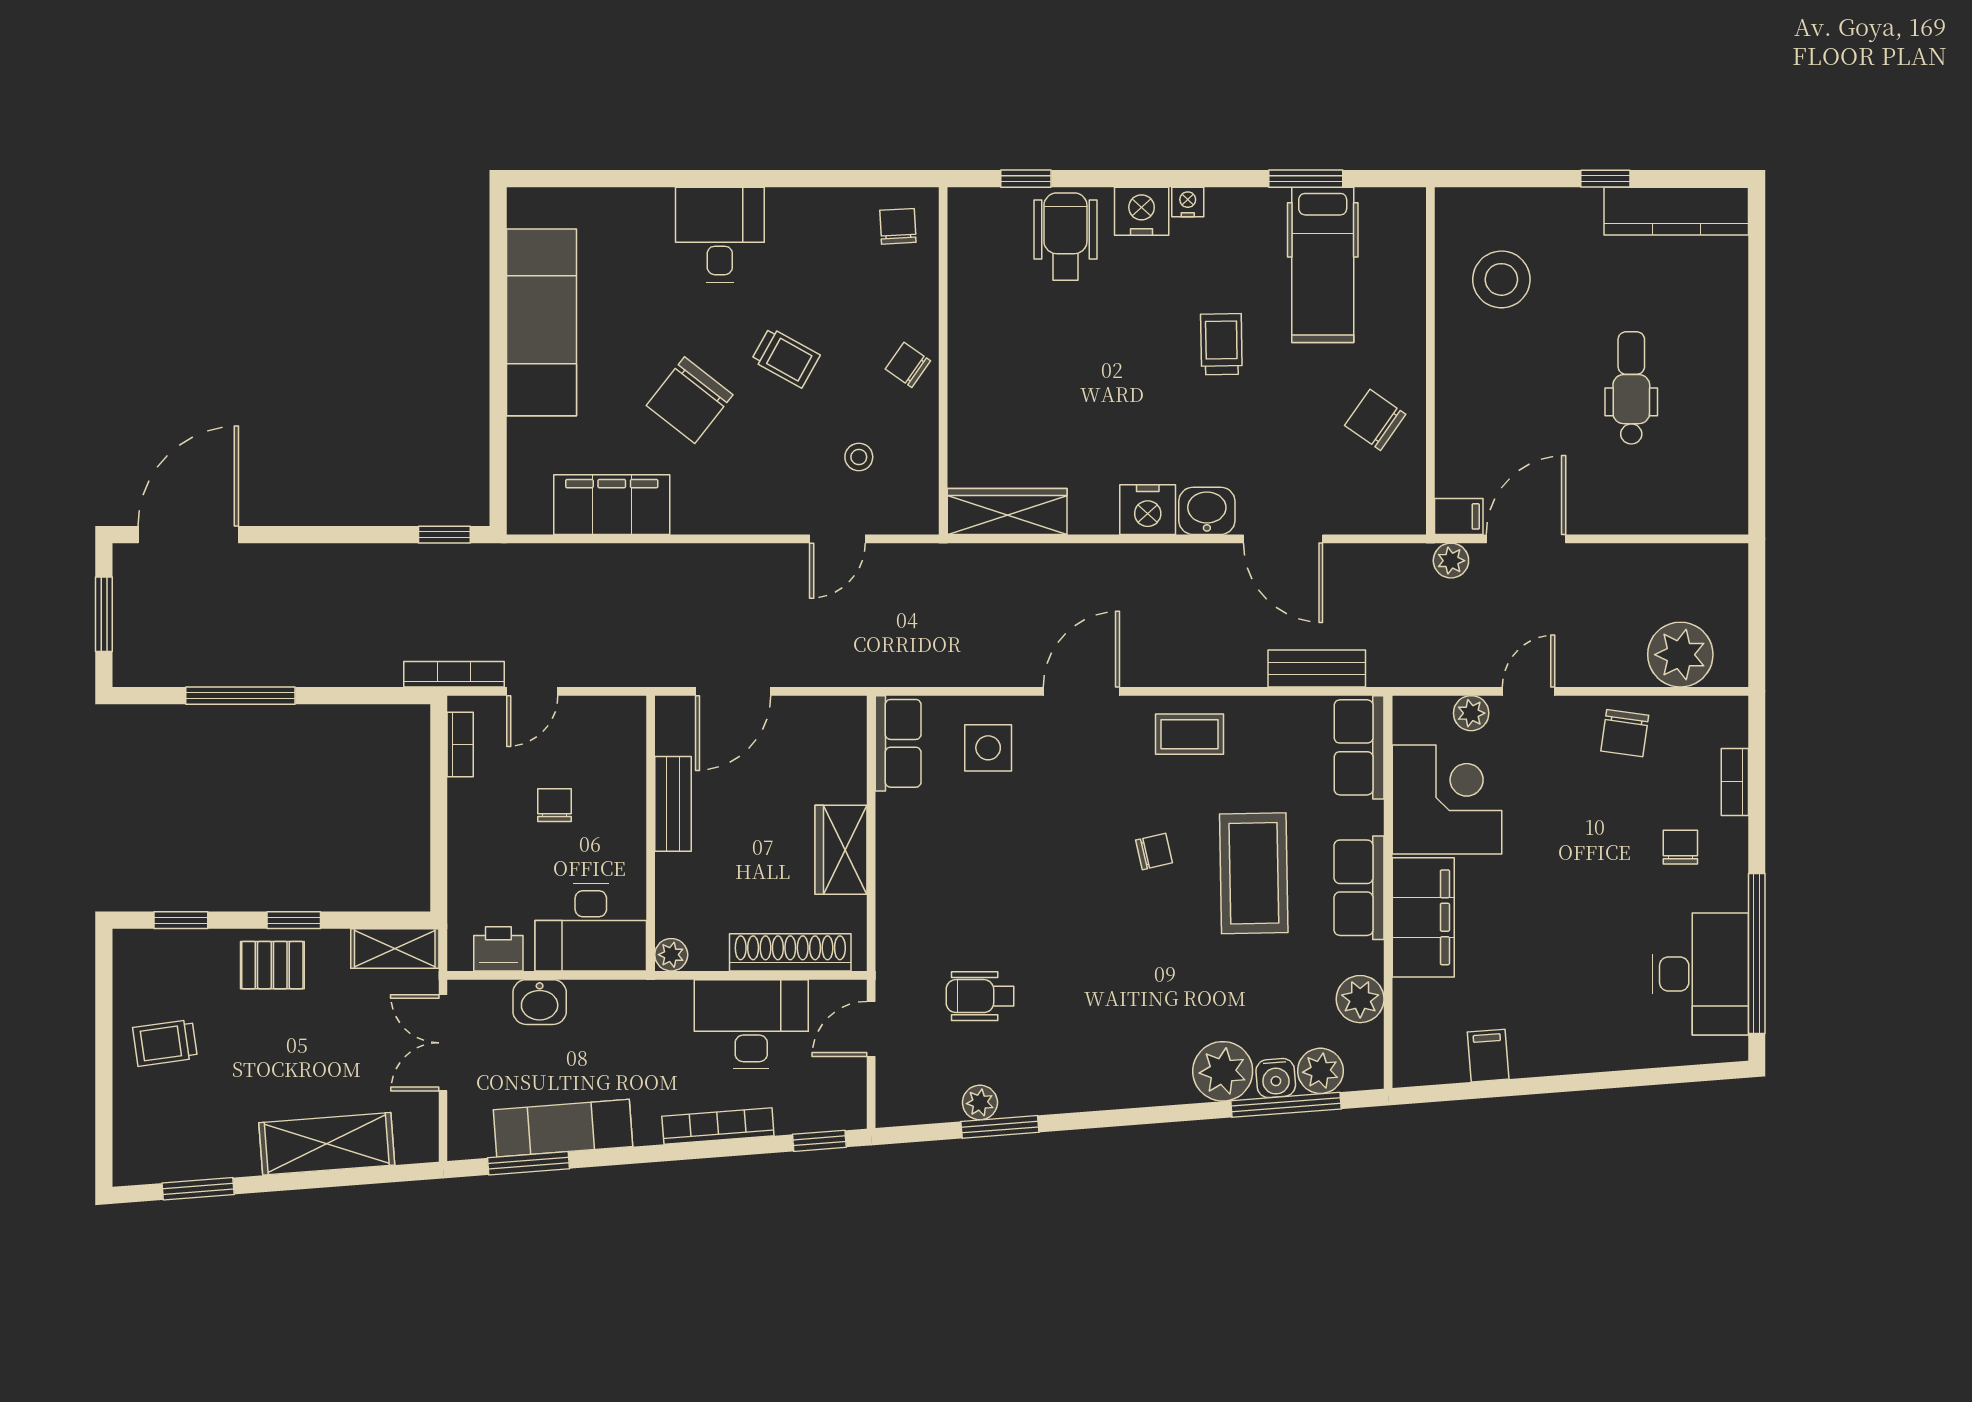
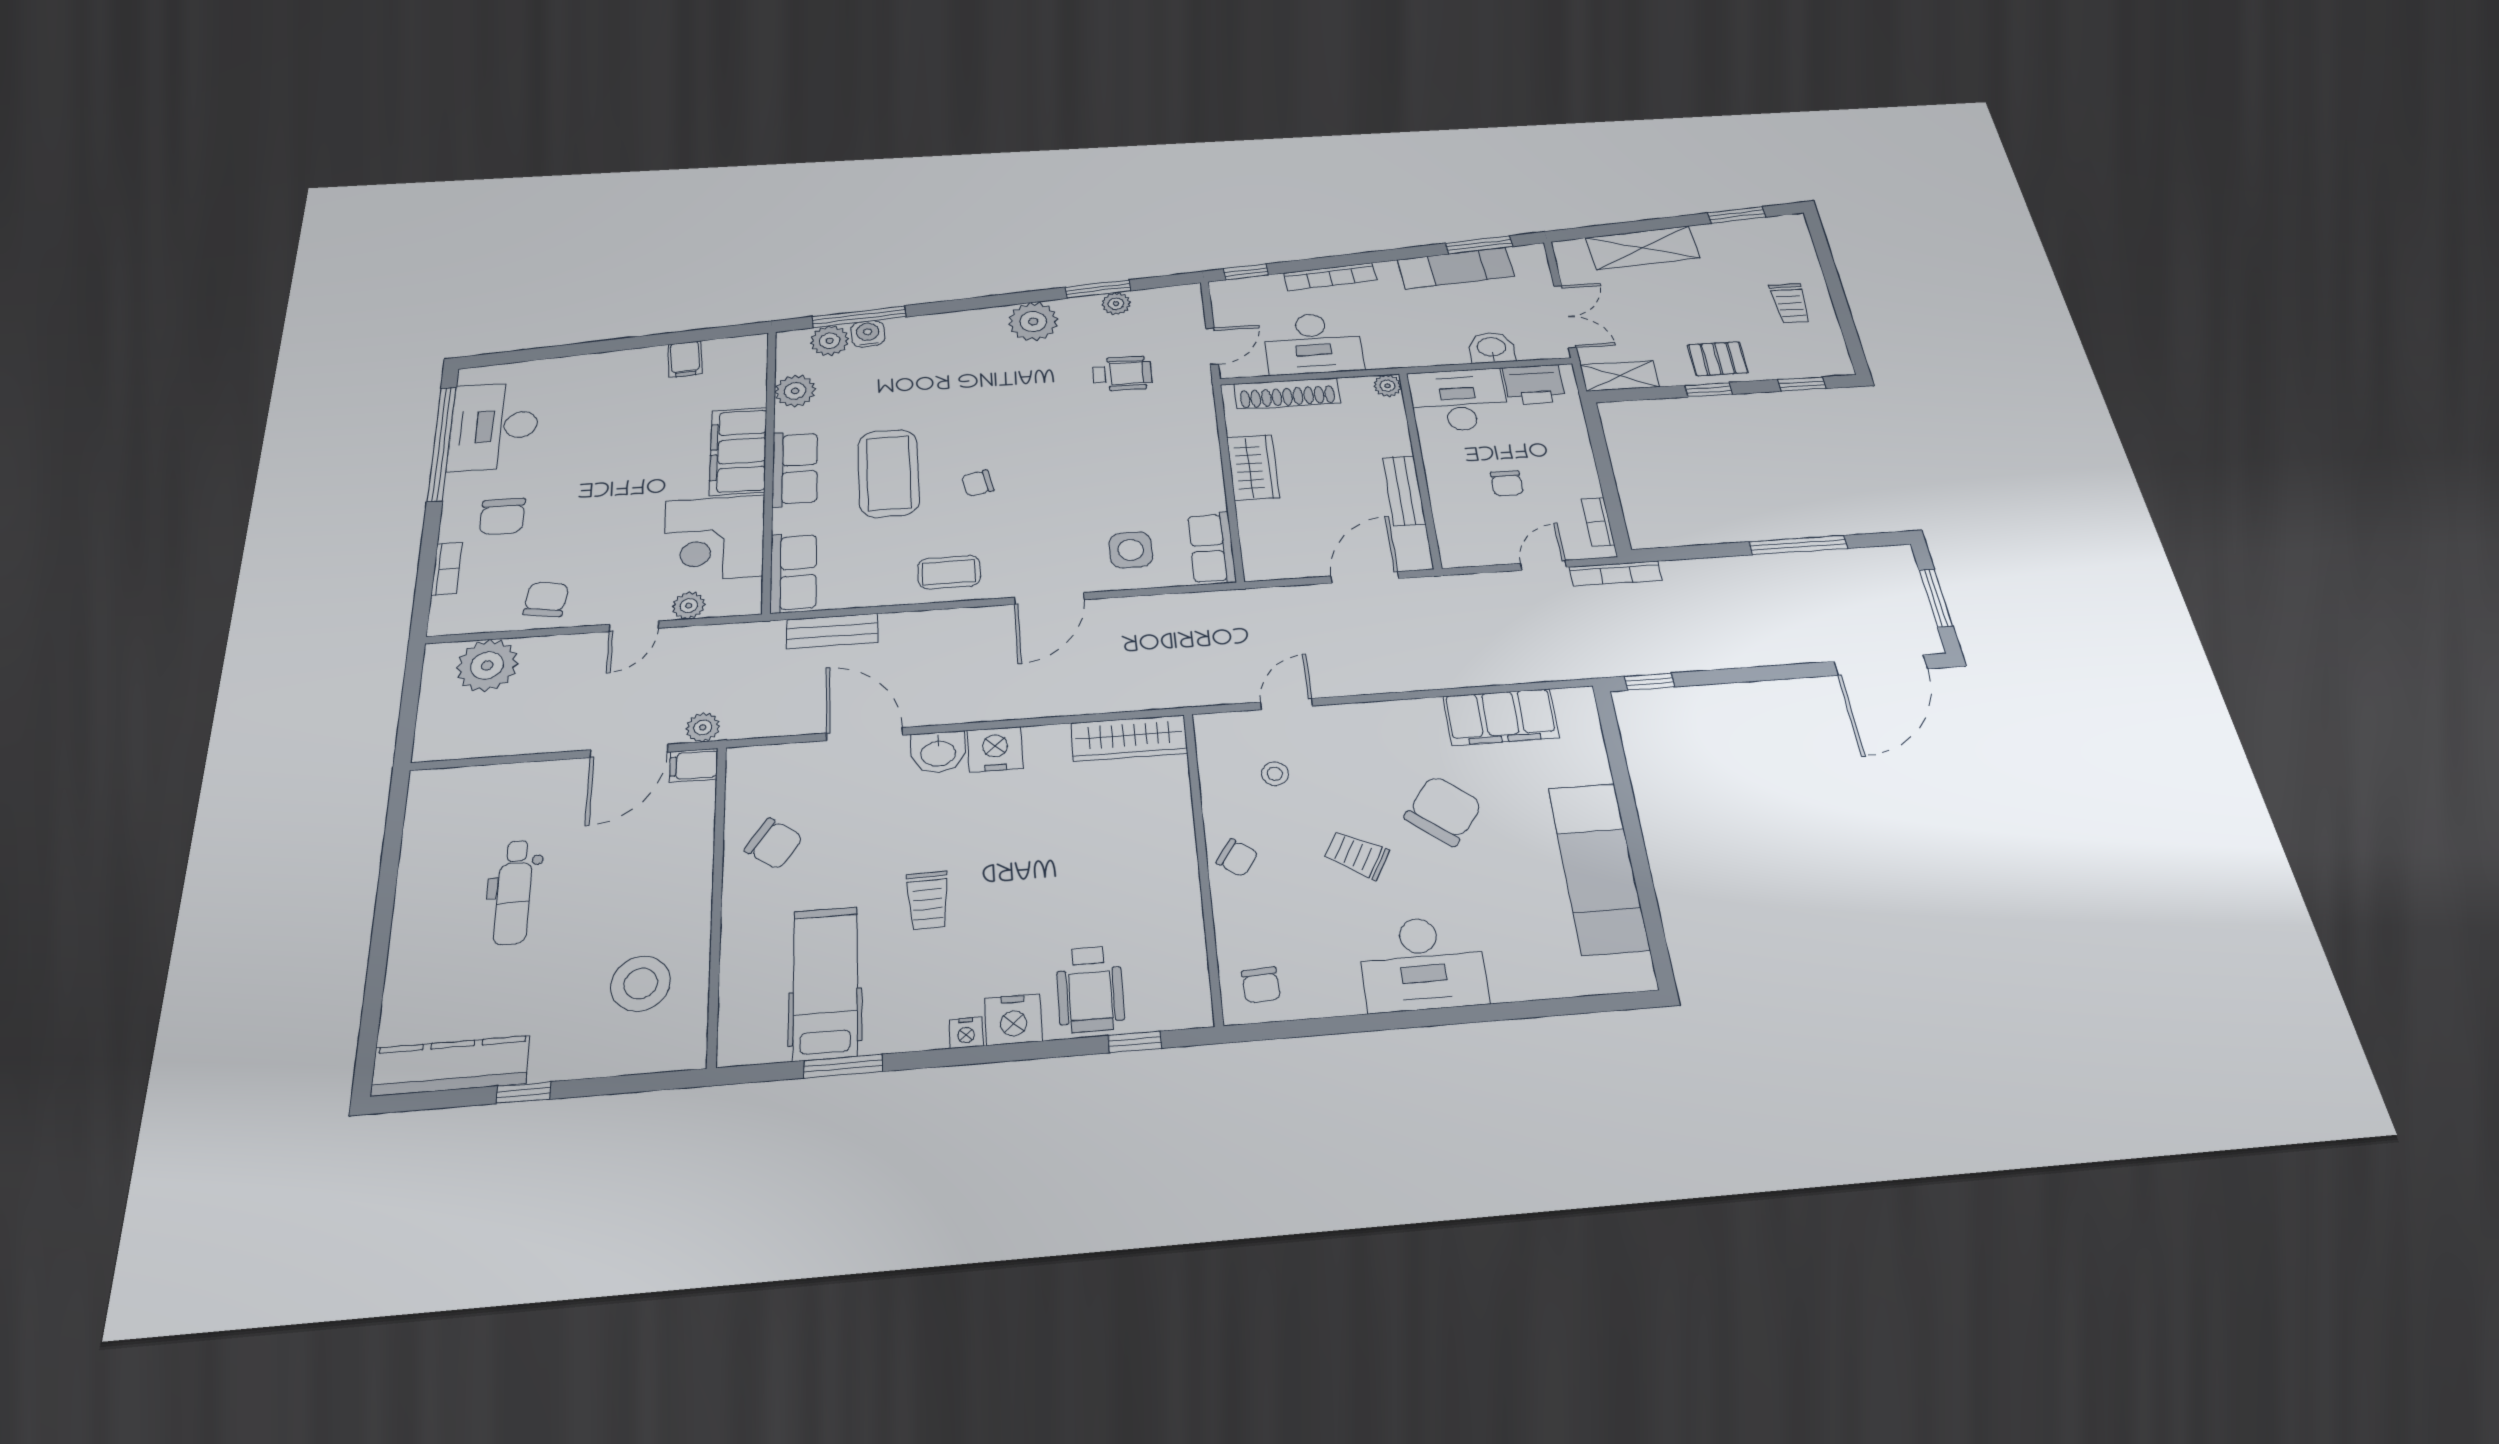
desk: (720, 235) -> (1422, 964), width x1.37
chair: (1680, 847) -> (502, 516), width x1.37, depth x1.37
printer: (498, 949) -> (1534, 384), width x1.36, depth x1.24
trolley: (165, 1043) -> (1790, 303), turned 98
plant: (1223, 1071) -> (1033, 322), moved

